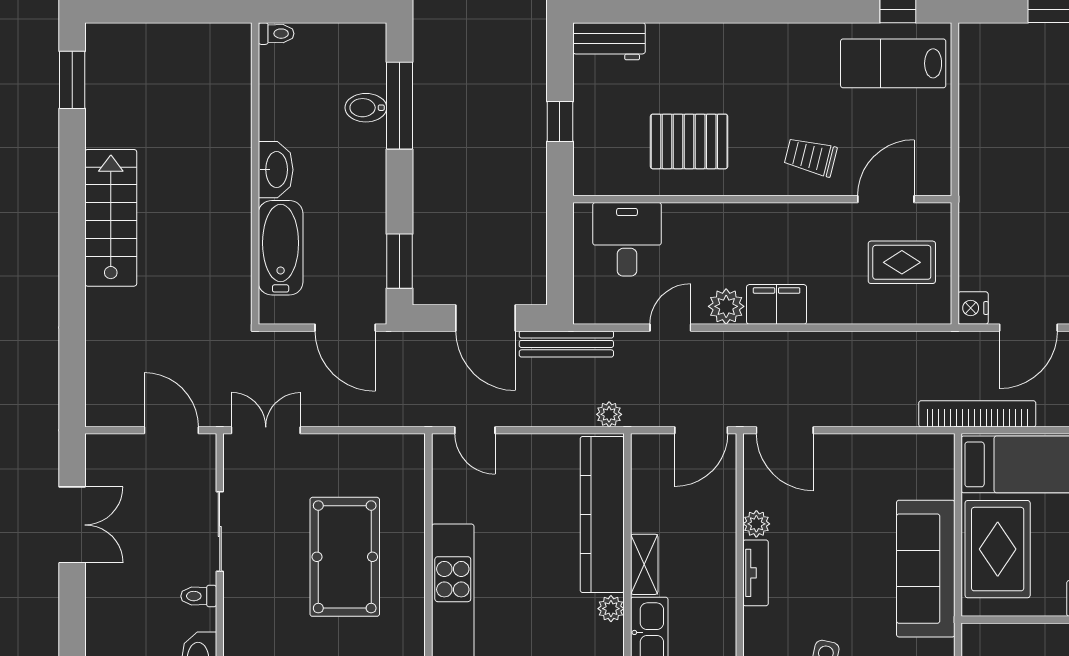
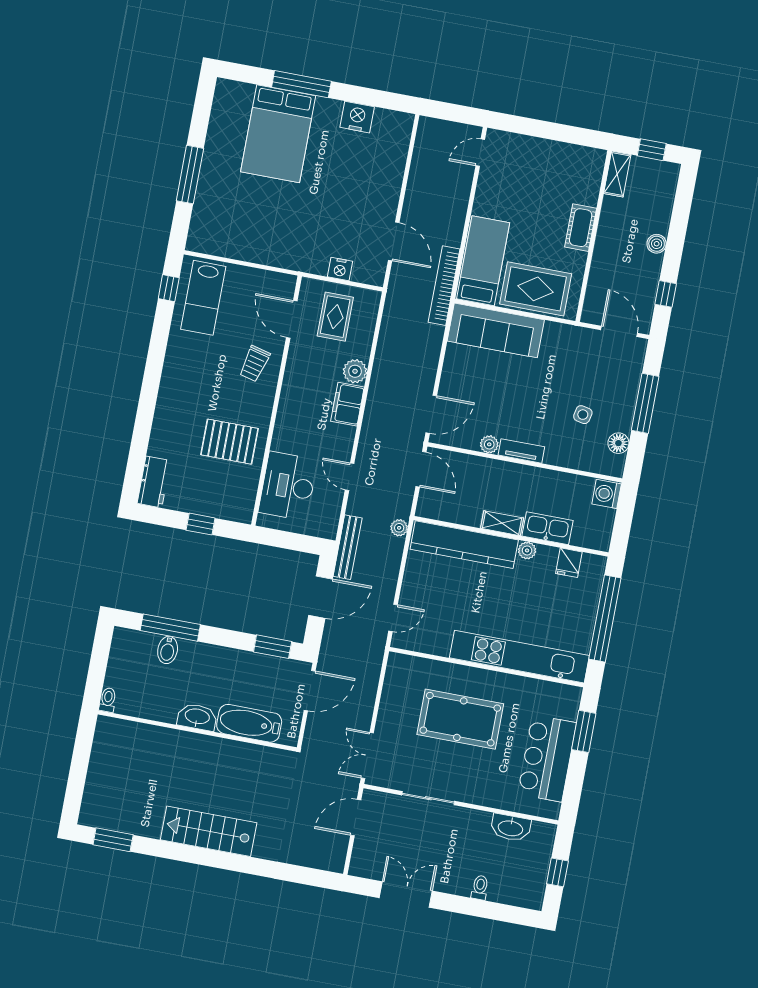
pallet: (689, 141) -> (230, 442), turned 90
desk: (627, 239) -> (288, 486), width x1.37
plant: (726, 306) -> (355, 371), moved
nightstand: (973, 308) -> (340, 269), moved
sofa: (926, 569) -> (496, 330), moved
toilet: (199, 596) -> (480, 888), moved, turned 180

